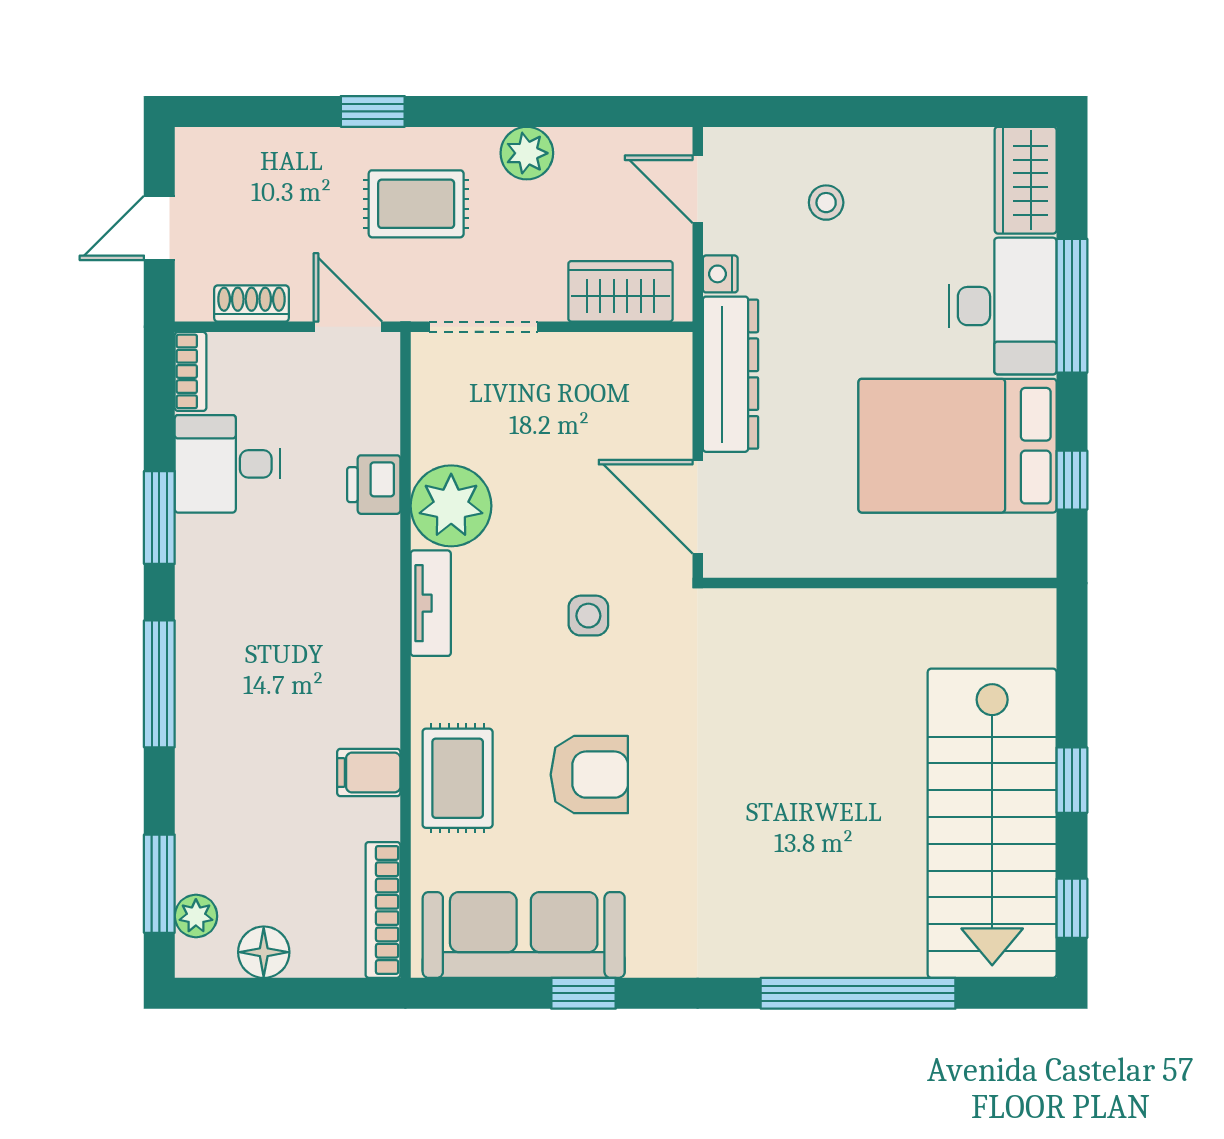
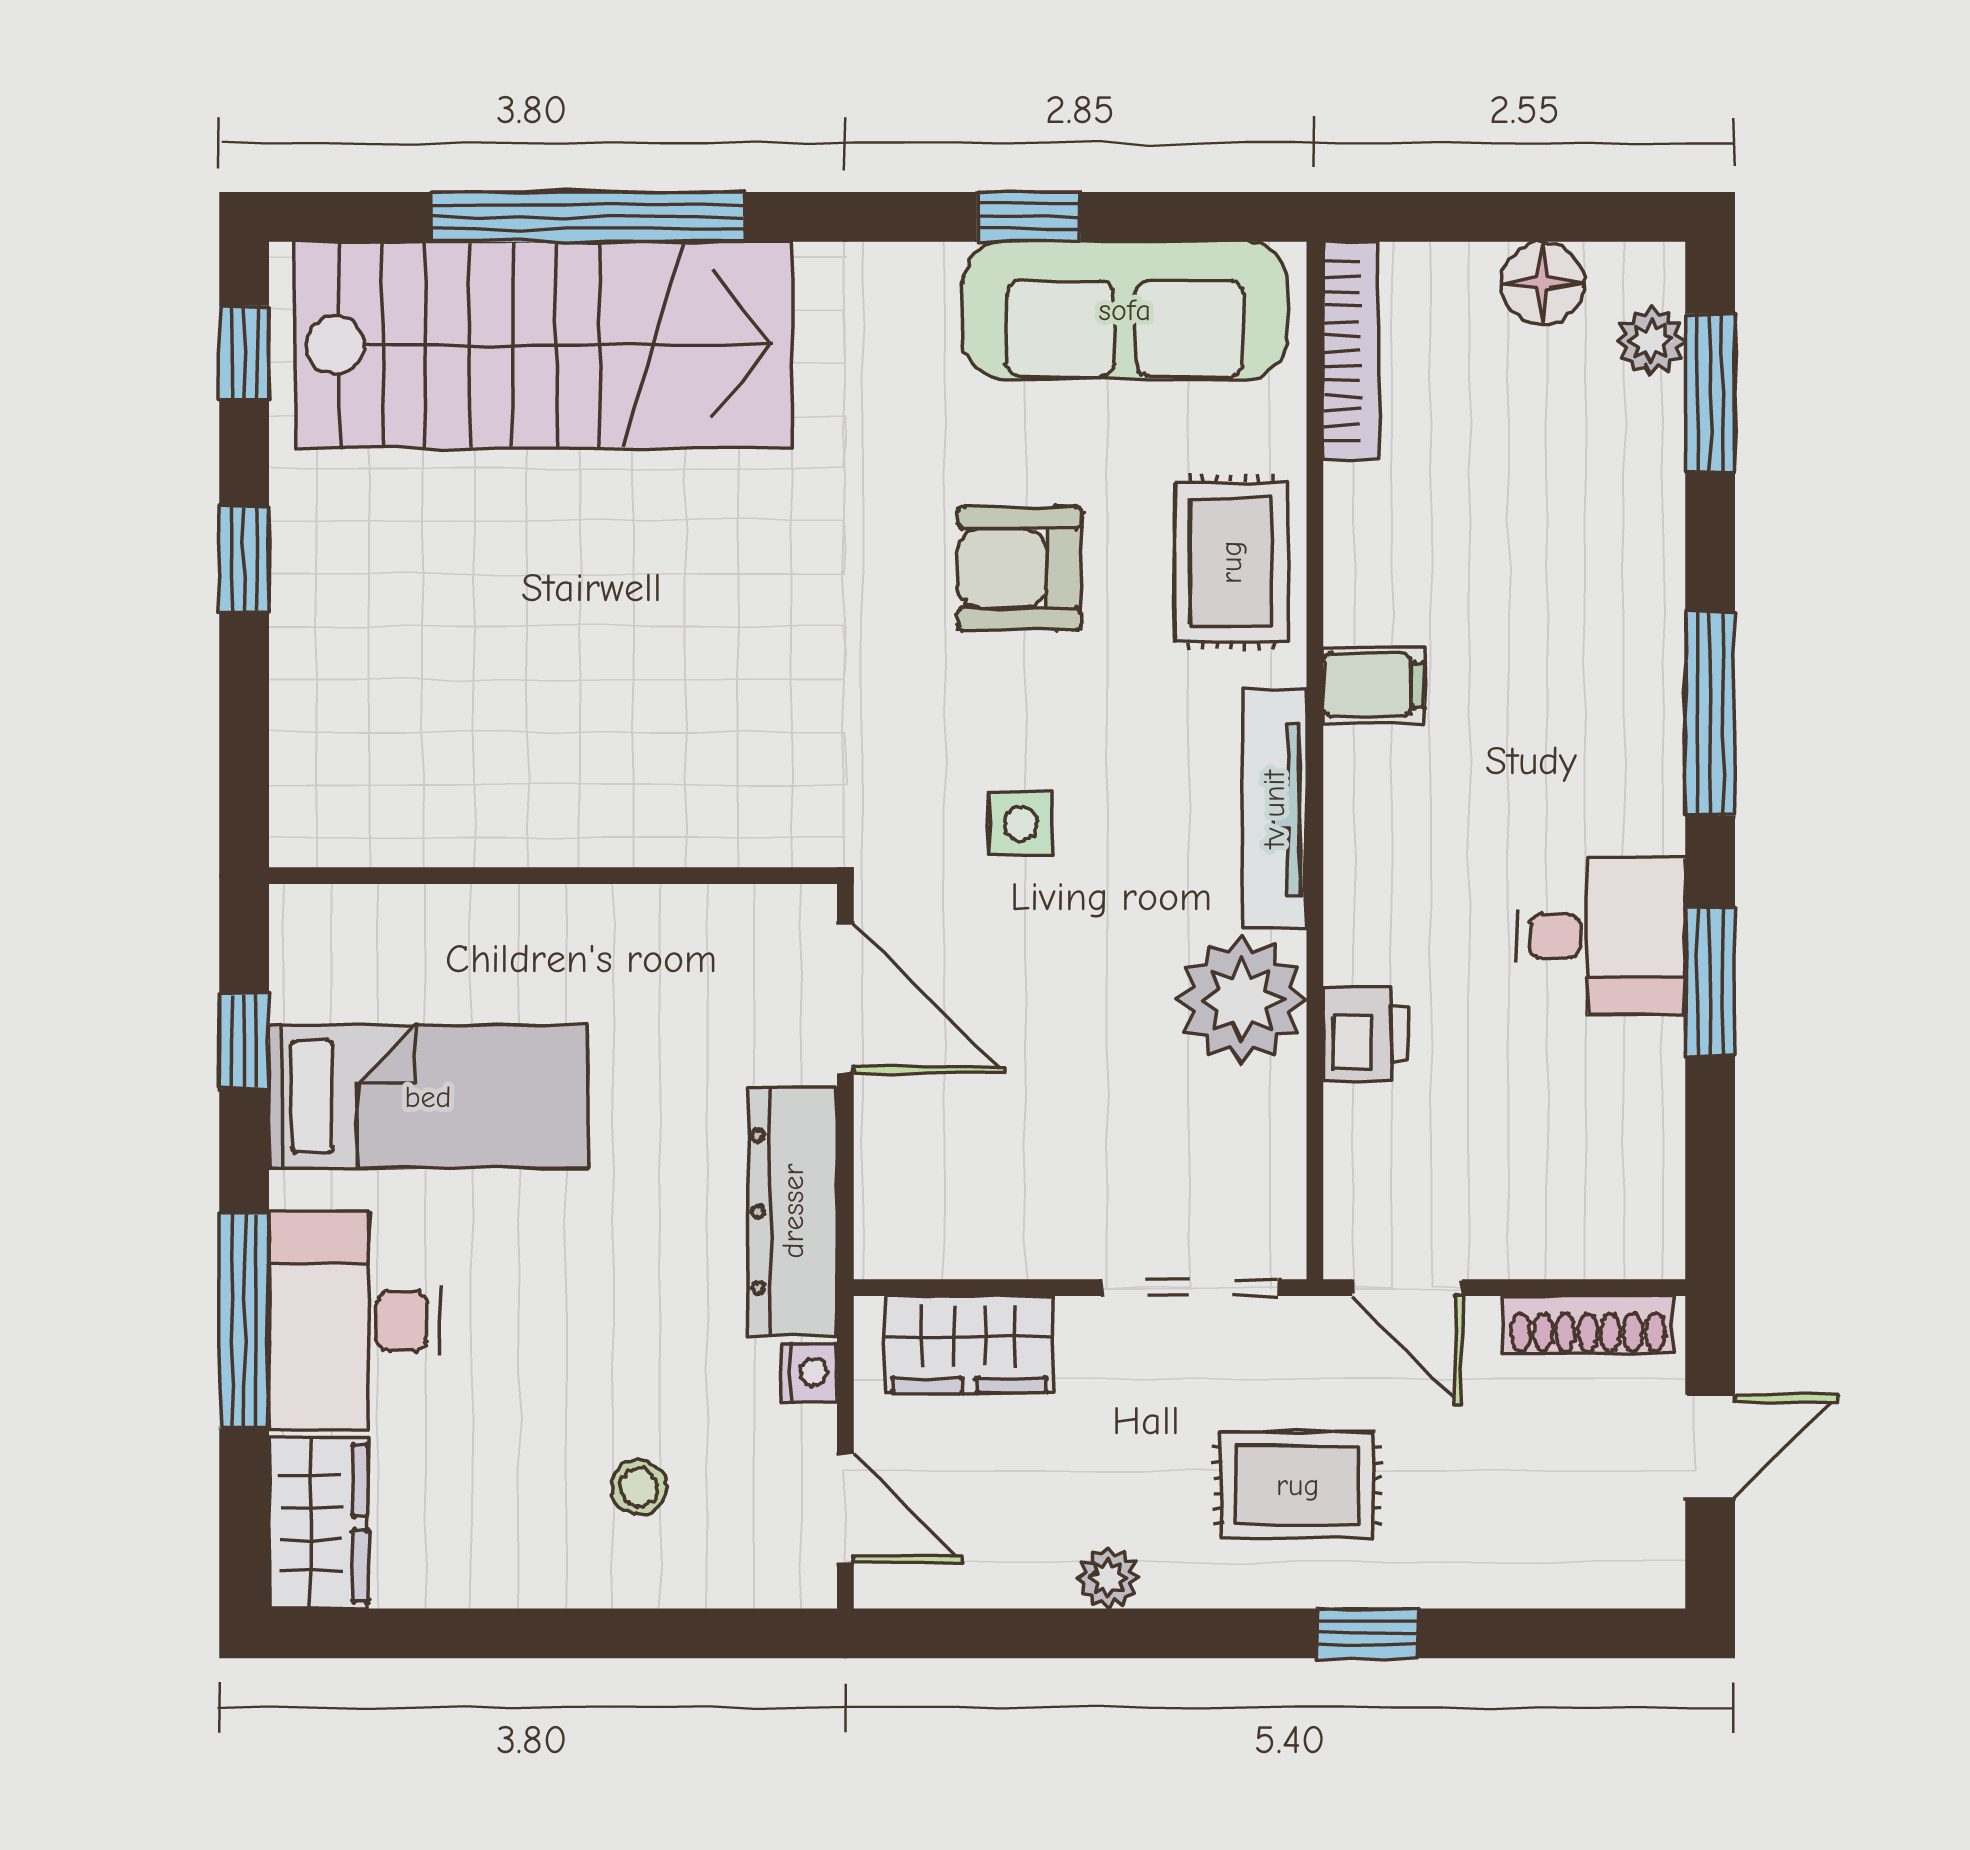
plant: (527, 153) -> (1108, 1578), width x0.73, depth x0.73
shoe rack: (251, 304) -> (1588, 1325), width x1.43
bookcase: (191, 371) -> (1660, 1216), removed
bed: (958, 446) -> (428, 1097), width x0.67
desk: (227, 464) -> (1601, 936), moved
tv unit: (431, 603) -> (1274, 809), width x1.41
filing cabinet: (369, 773) -> (1374, 685), moved
stairs: (992, 823) -> (544, 345), moved, turned 90

